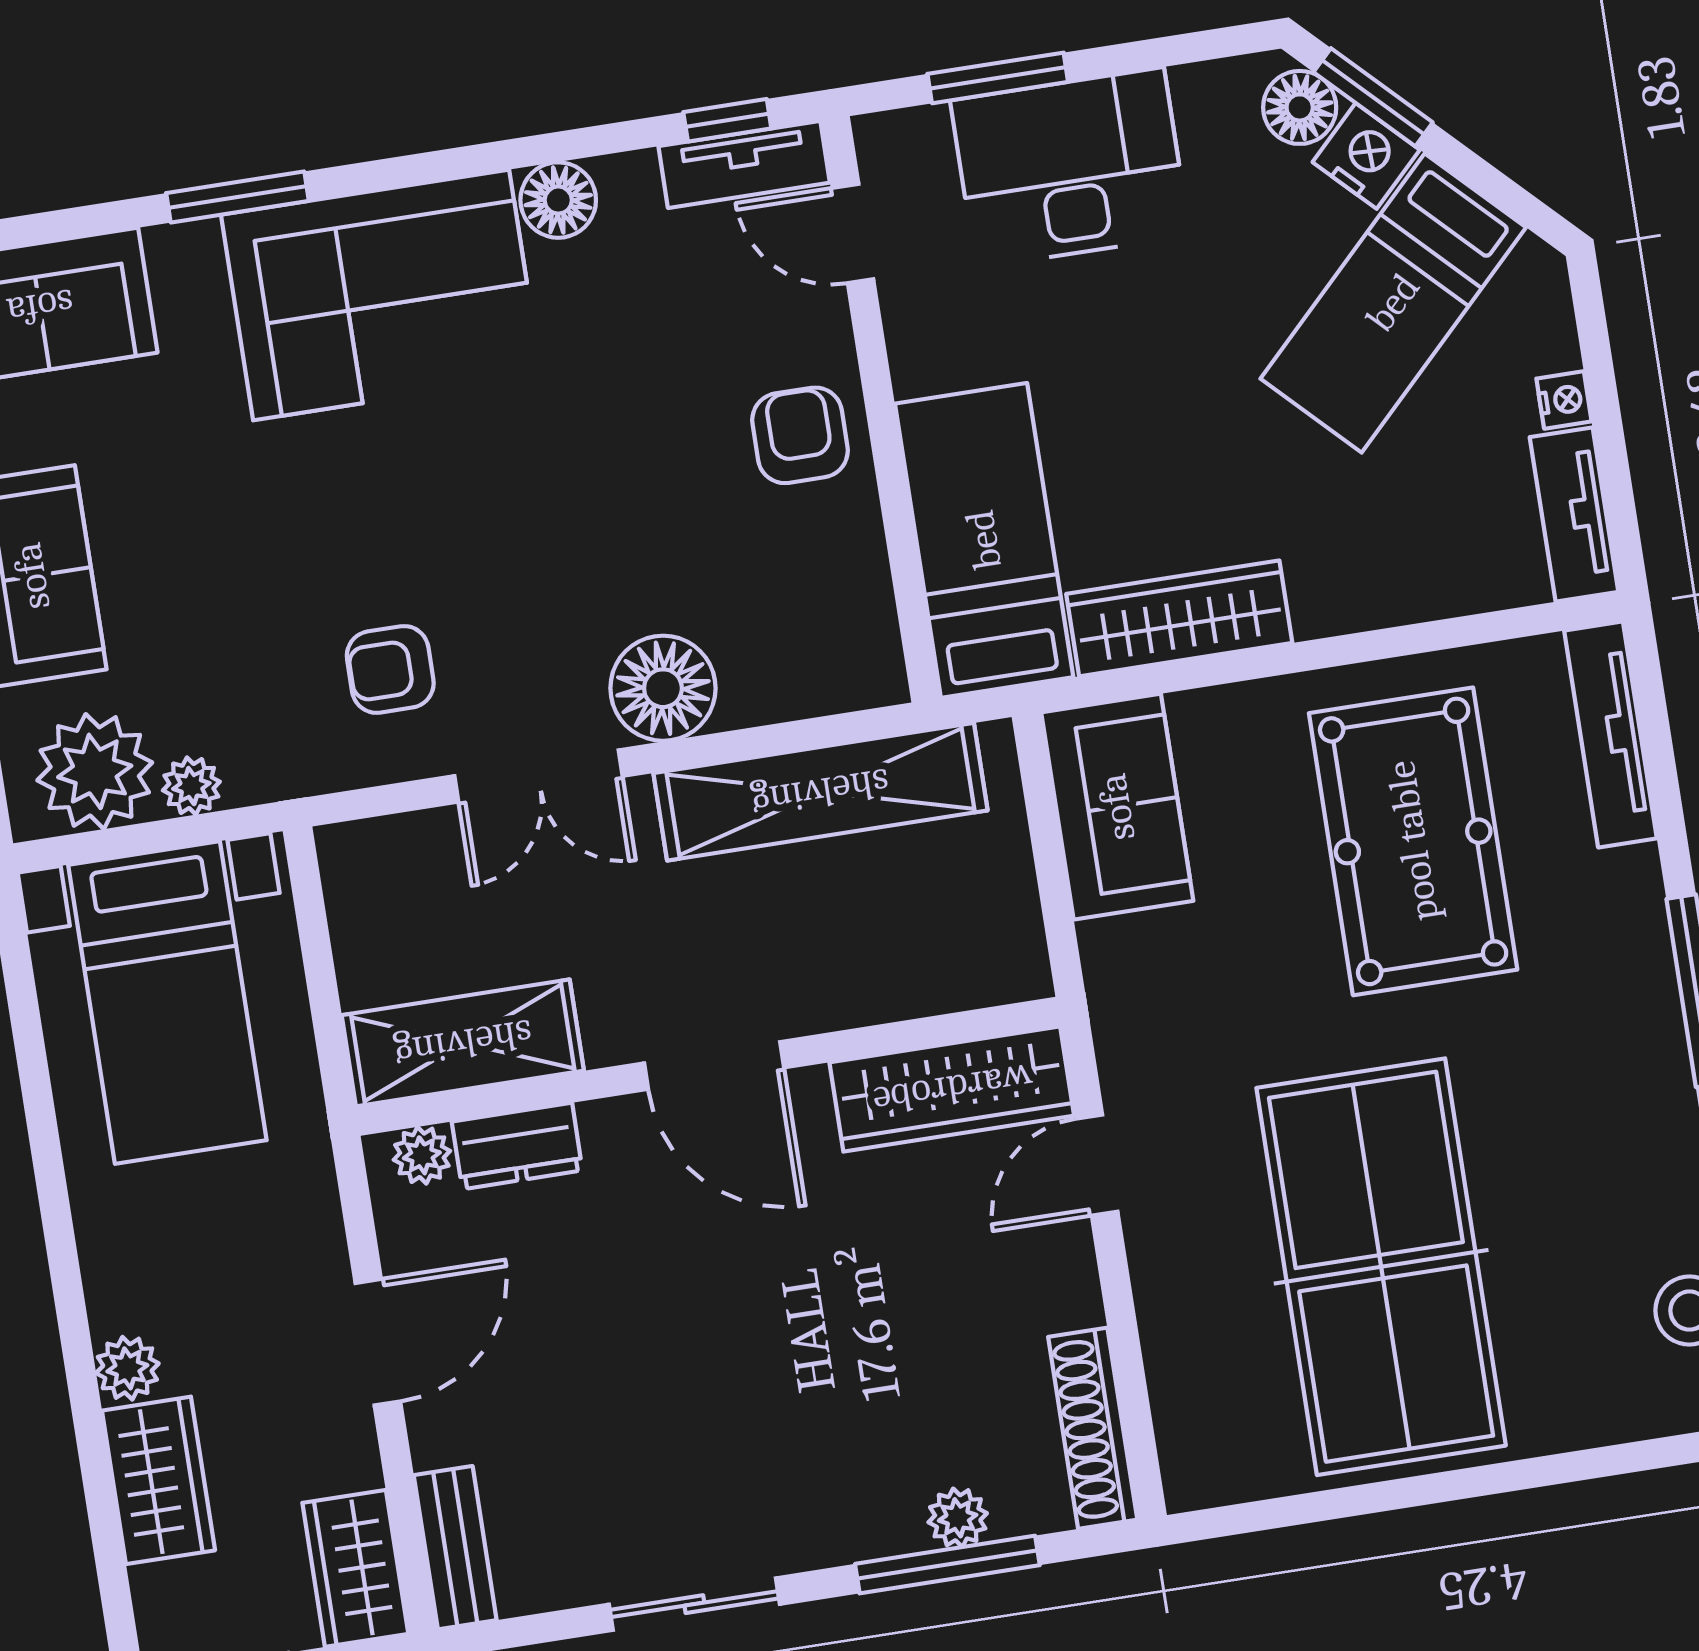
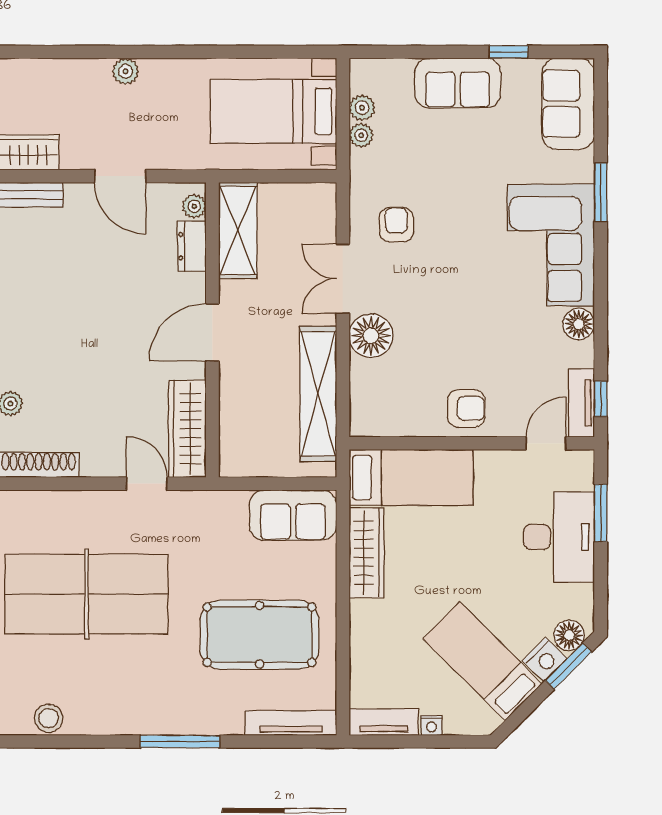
plant: (95, 771) -> (362, 108), width x0.53, depth x0.53
wardrobe: (158, 1480) -> (77, 77), removed

